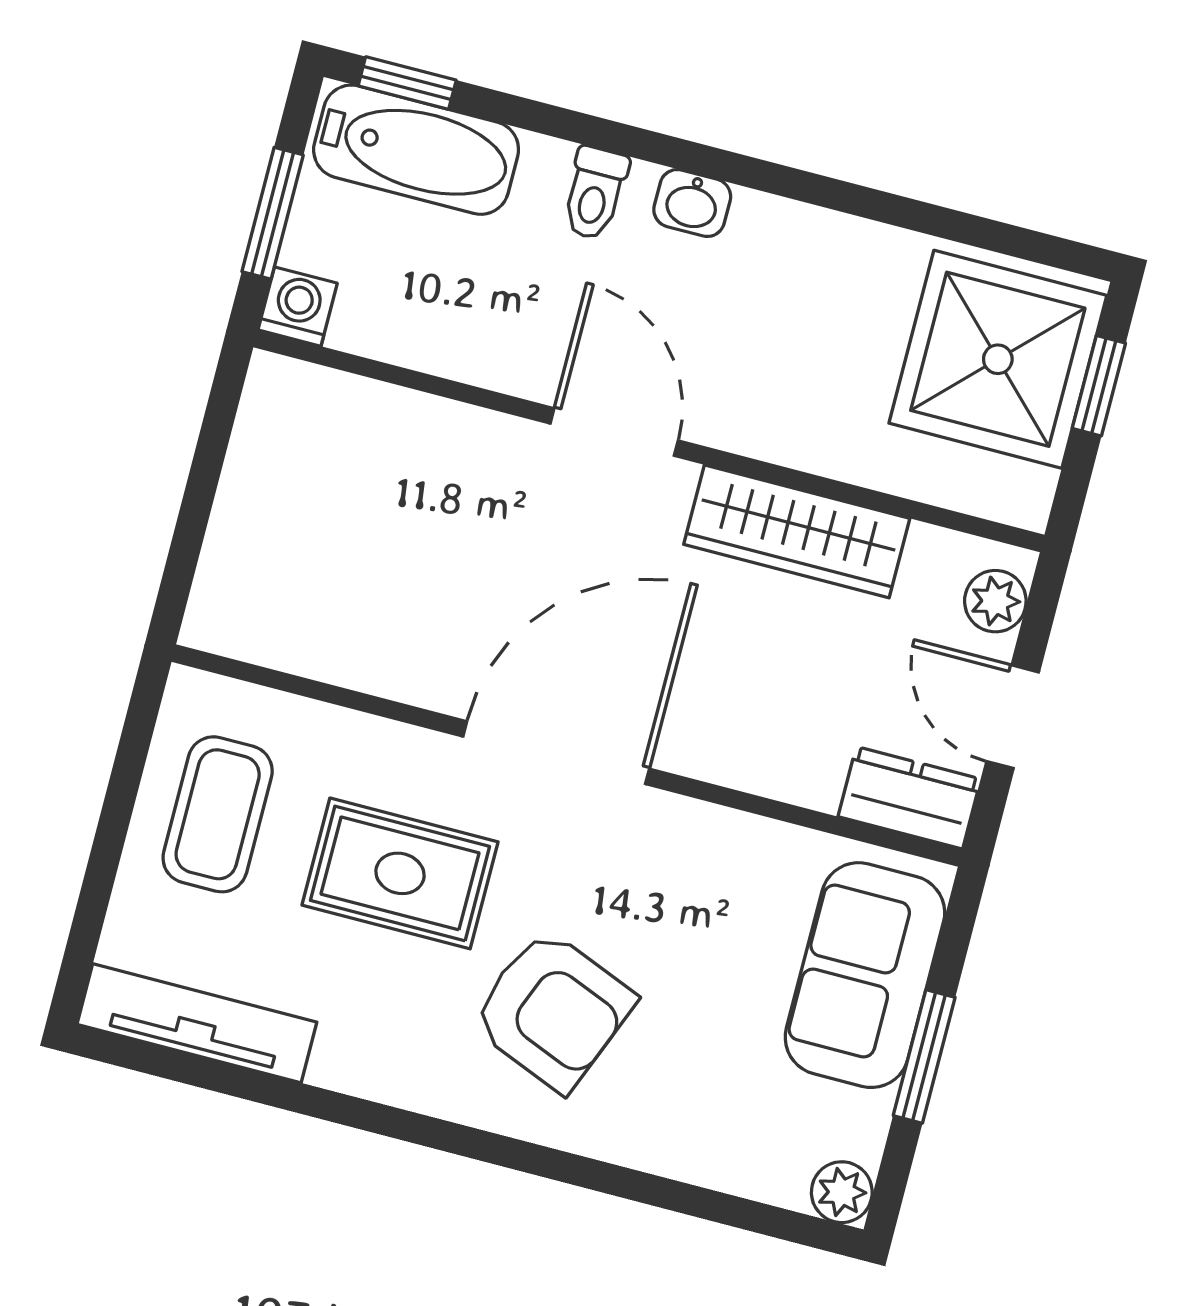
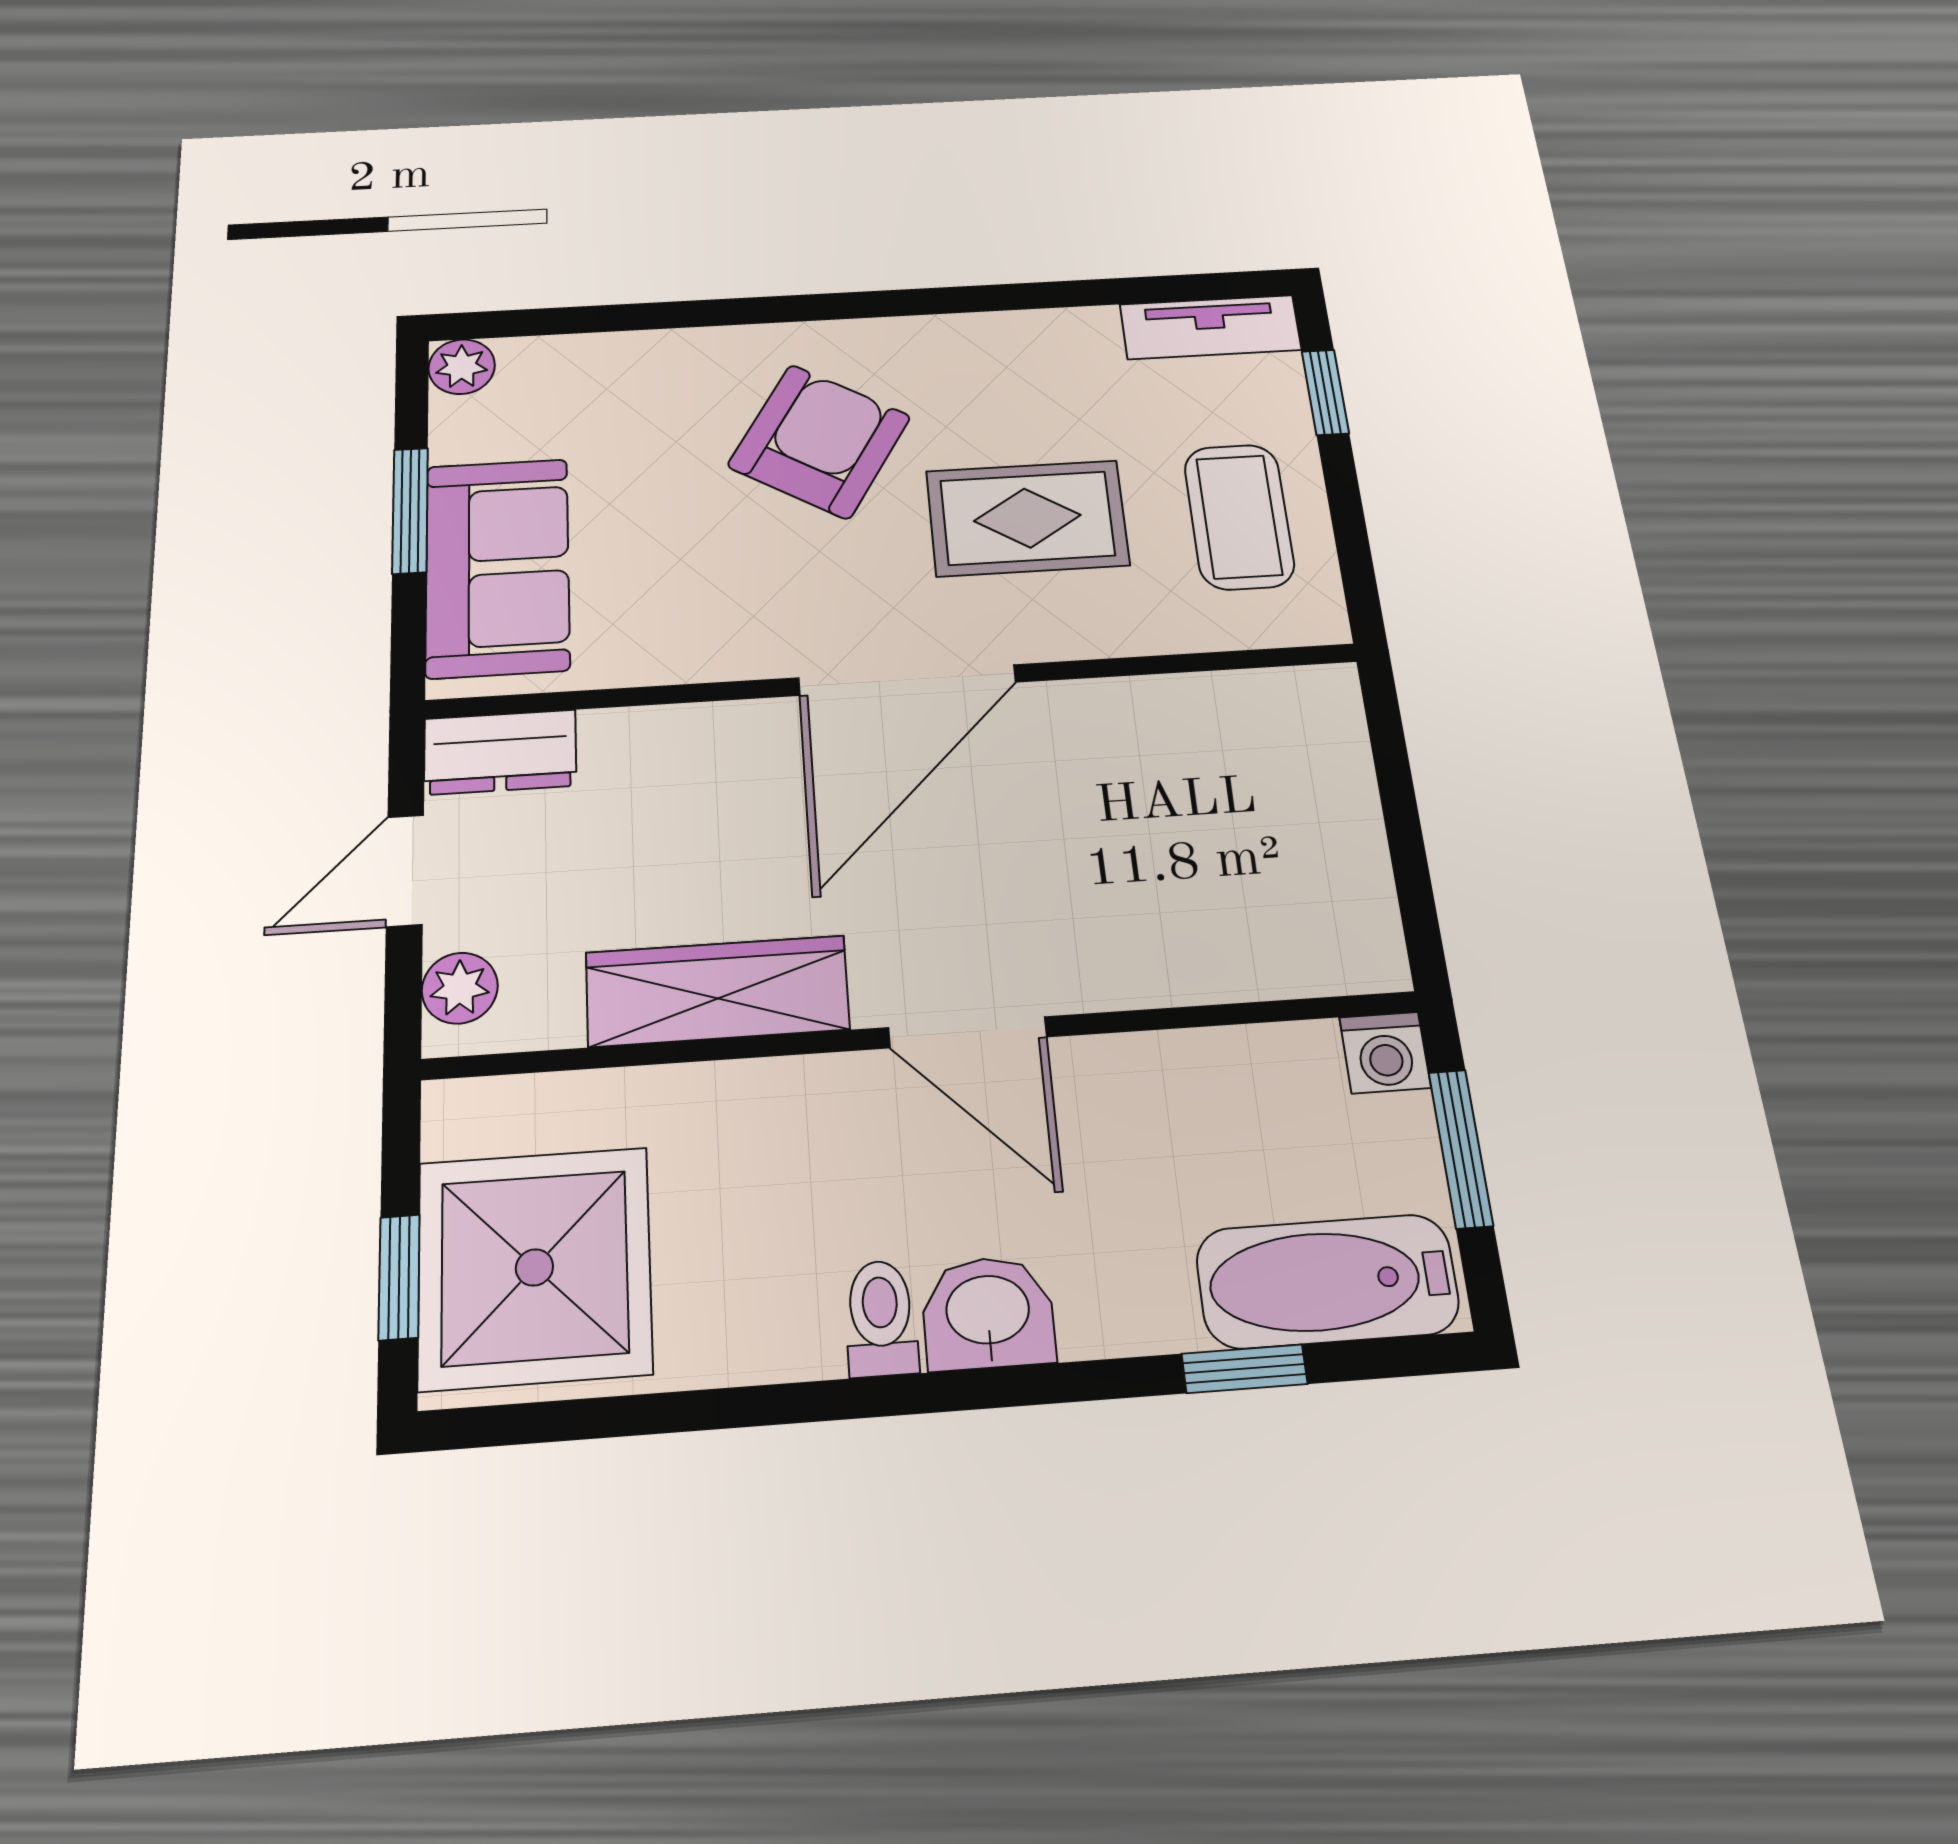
window: (407, 83) -> (1244, 1369), moved
toilet: (595, 193) -> (881, 1318), moved
washbasin: (692, 203) -> (988, 1313), width x1.38, depth x1.45
door: (1013, 717) -> (405, 871), swing flipped
window: (90, 913) -> (1325, 392), added
armchair: (553, 1010) -> (819, 441), turned 99
tv unit: (197, 1023) -> (1210, 327), width x0.71

